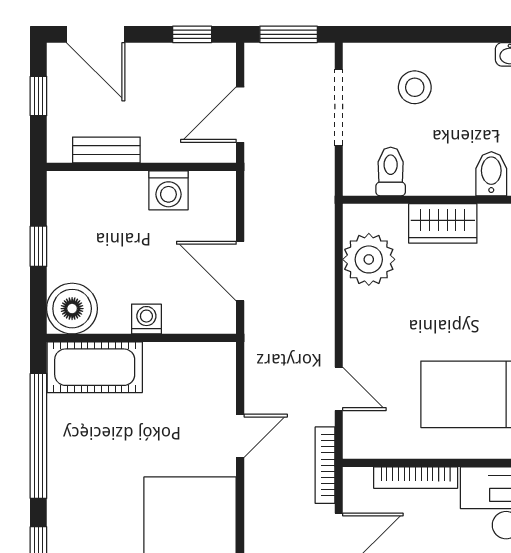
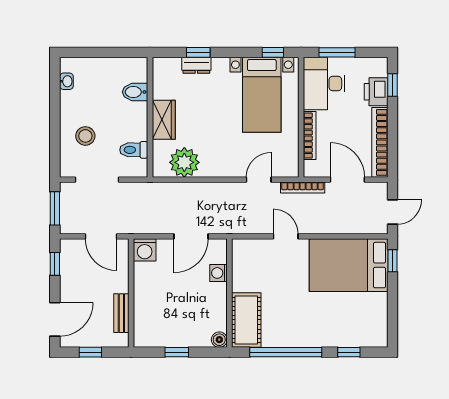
washing machine: (168, 190) -> (145, 250), moved, turned 90
boiler: (72, 309) -> (219, 340), width x0.54, depth x0.54
washing machine: (146, 319) -> (219, 273), moved

